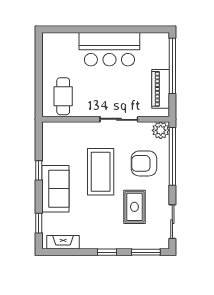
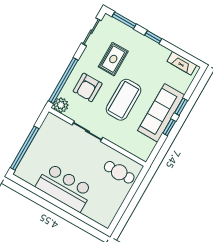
piano: (161, 89) -> (43, 136), removed
cafe table: (63, 96) -> (119, 172), turned 90
armchair: (144, 163) -> (88, 87), turned 90
sofa: (55, 189) -> (161, 113), width x1.36
window: (39, 223) -> (181, 107), moved

